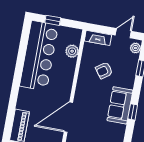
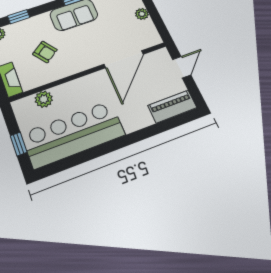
door: (68, 117) -> (124, 59), hinge flipped

